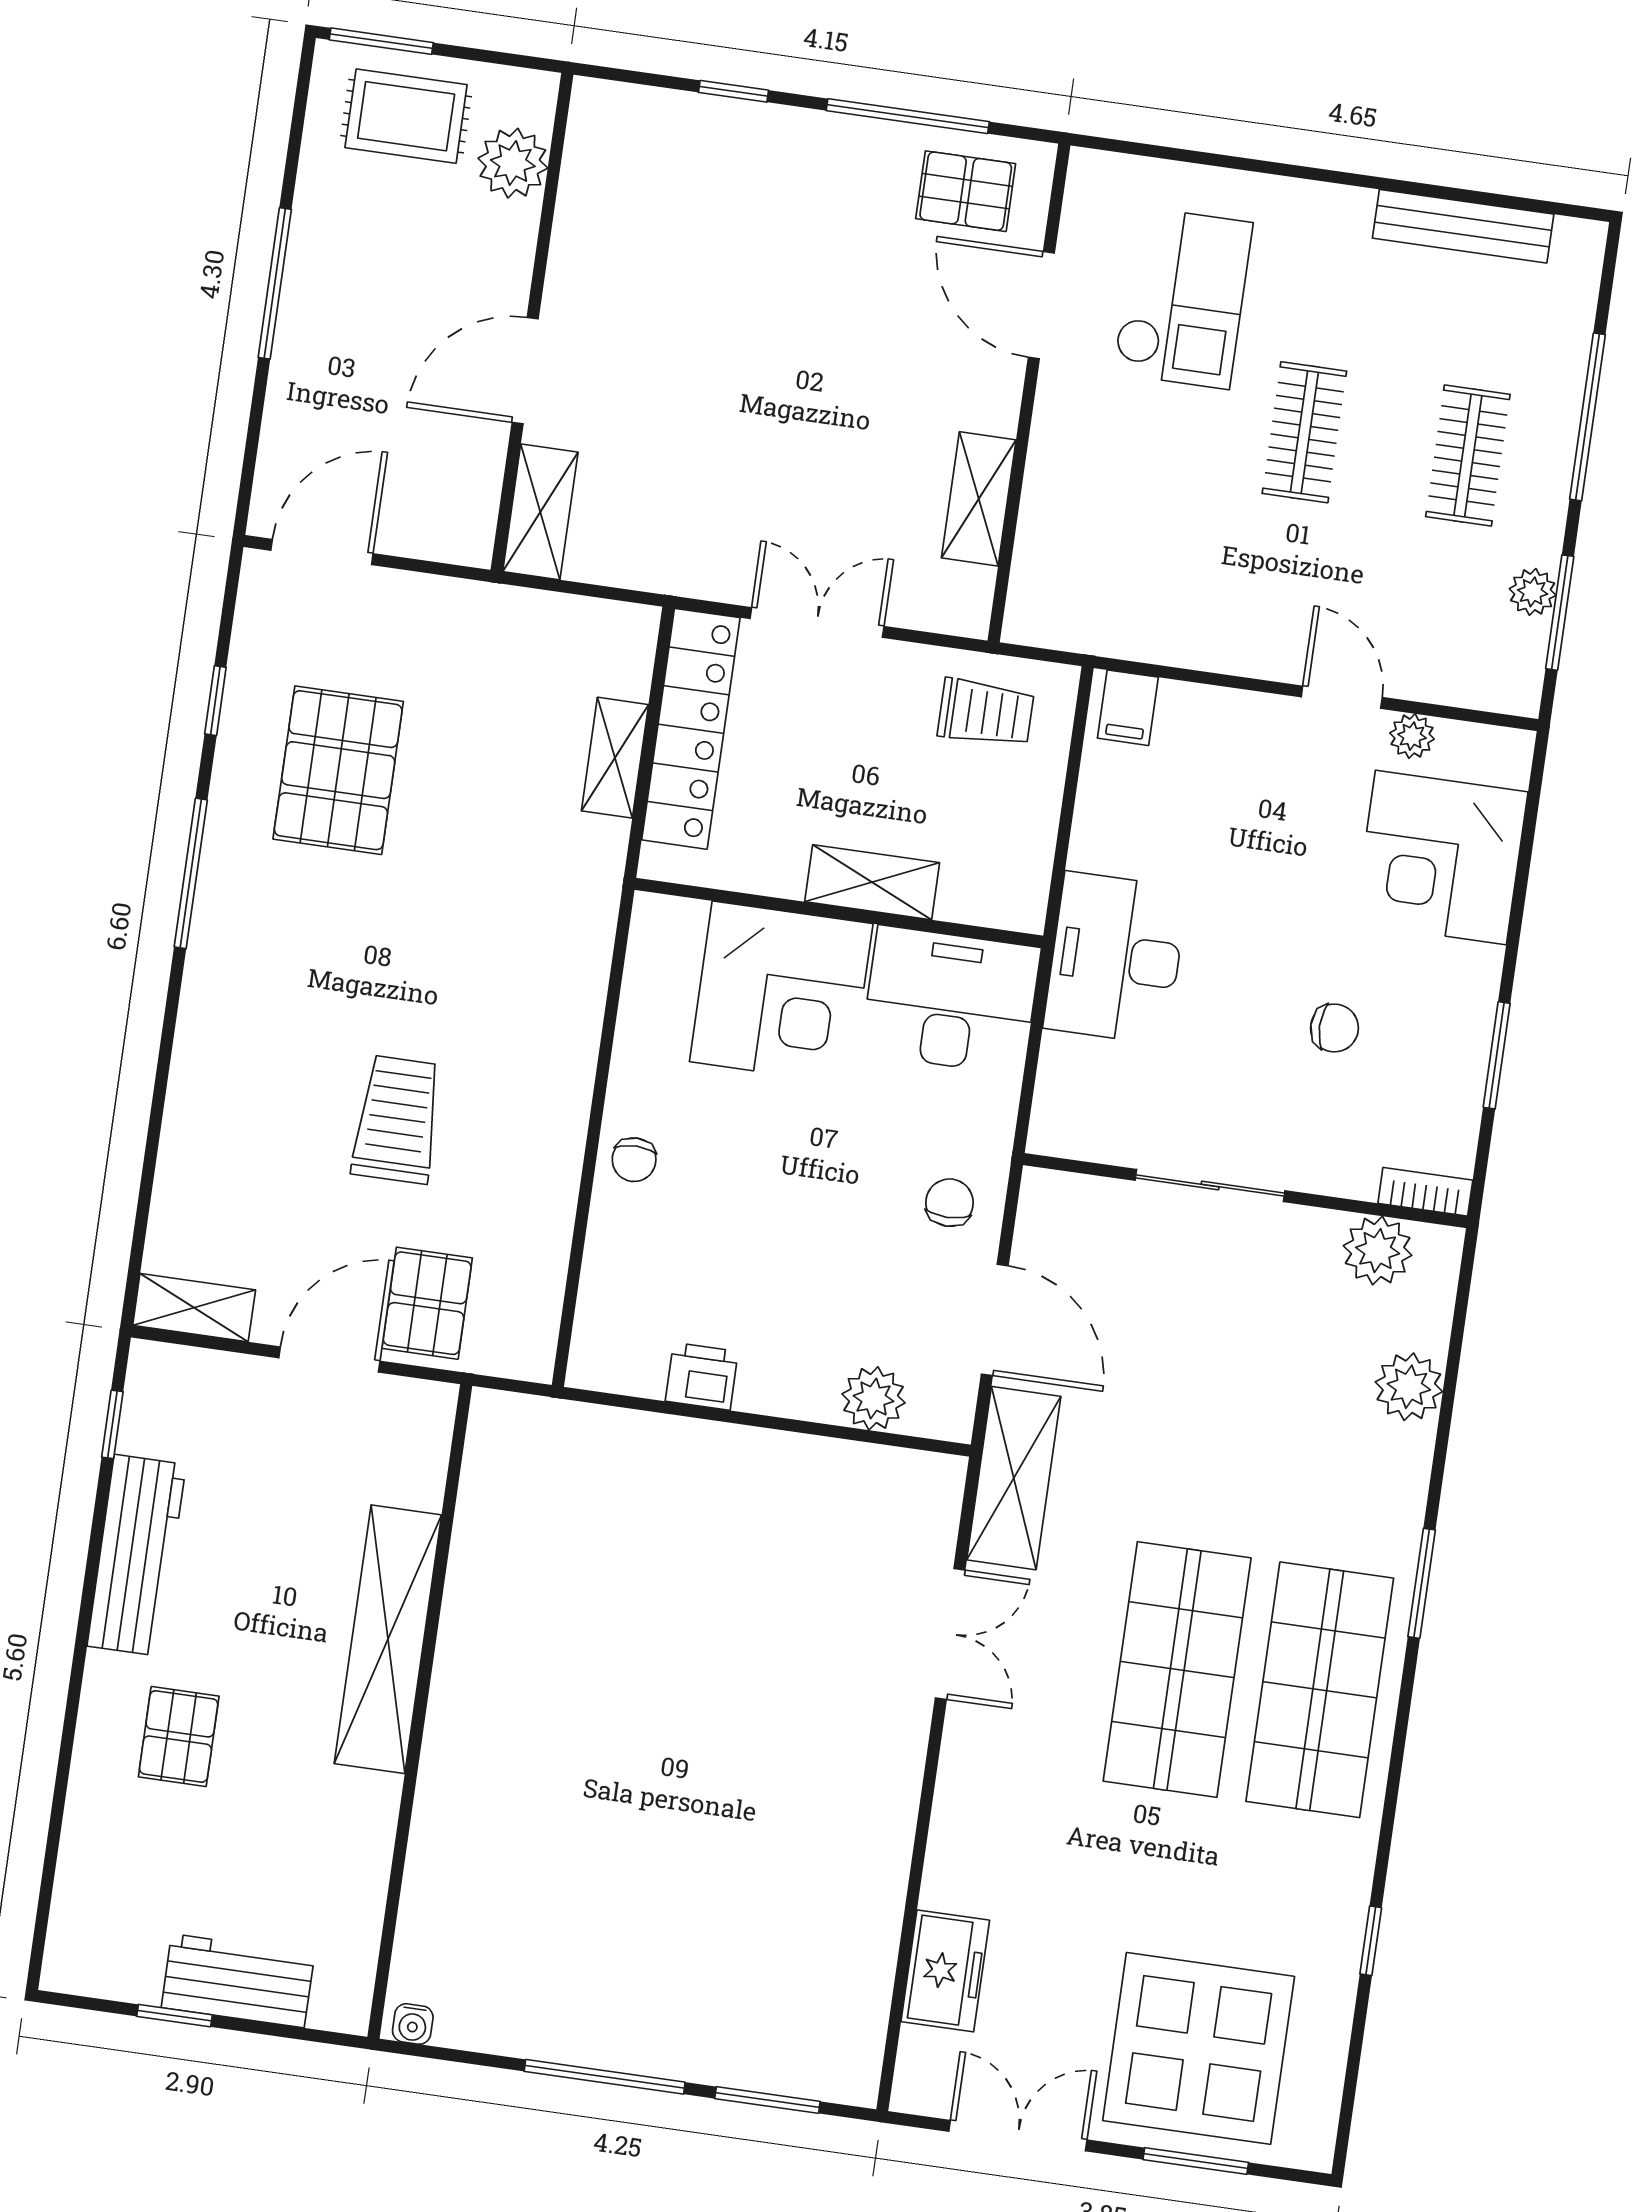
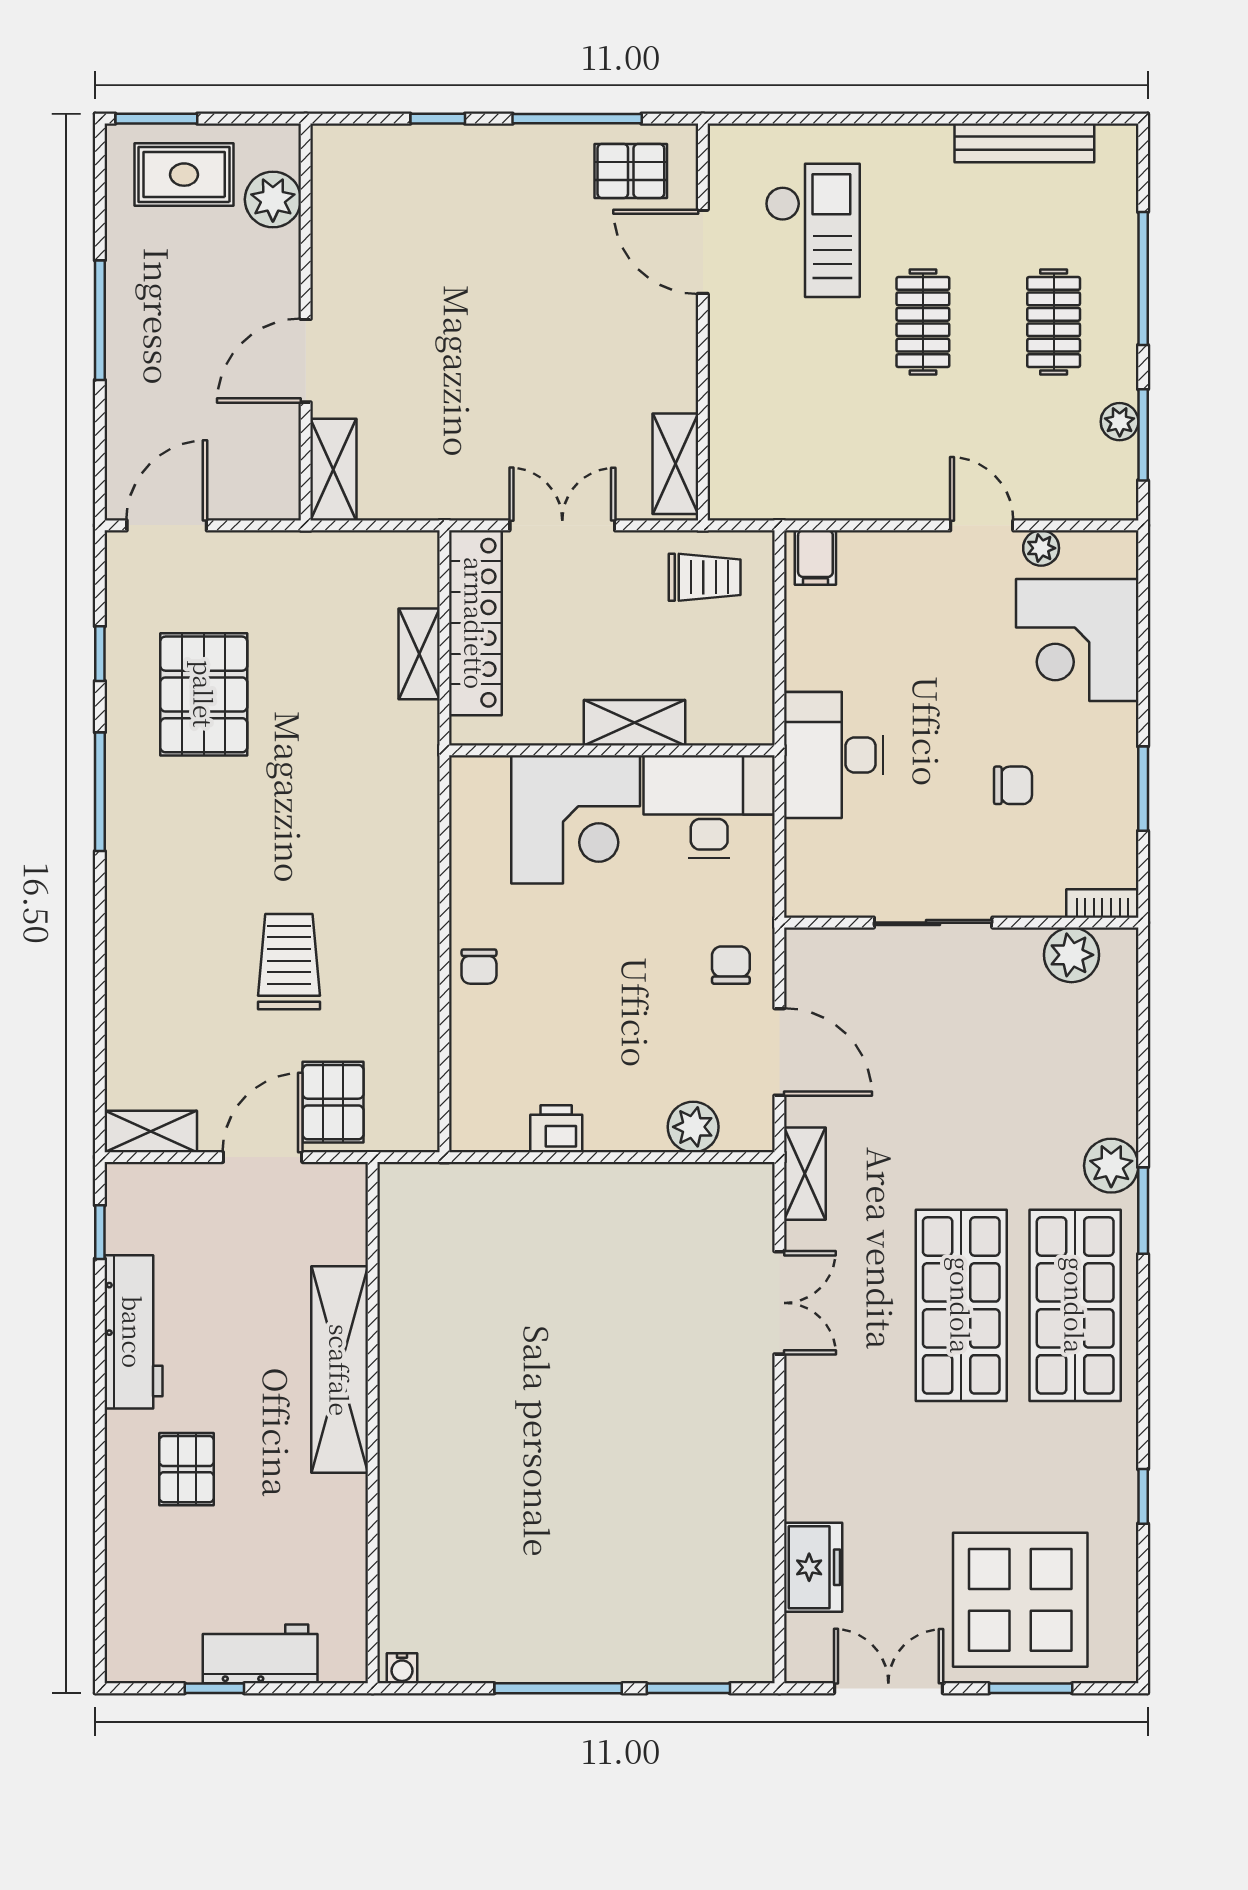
shelving: (979, 499) -> (675, 464), moved
plant: (1409, 1387) -> (1111, 1166), moved
shelving: (1014, 1478) -> (805, 1174), width x0.67, depth x0.75

